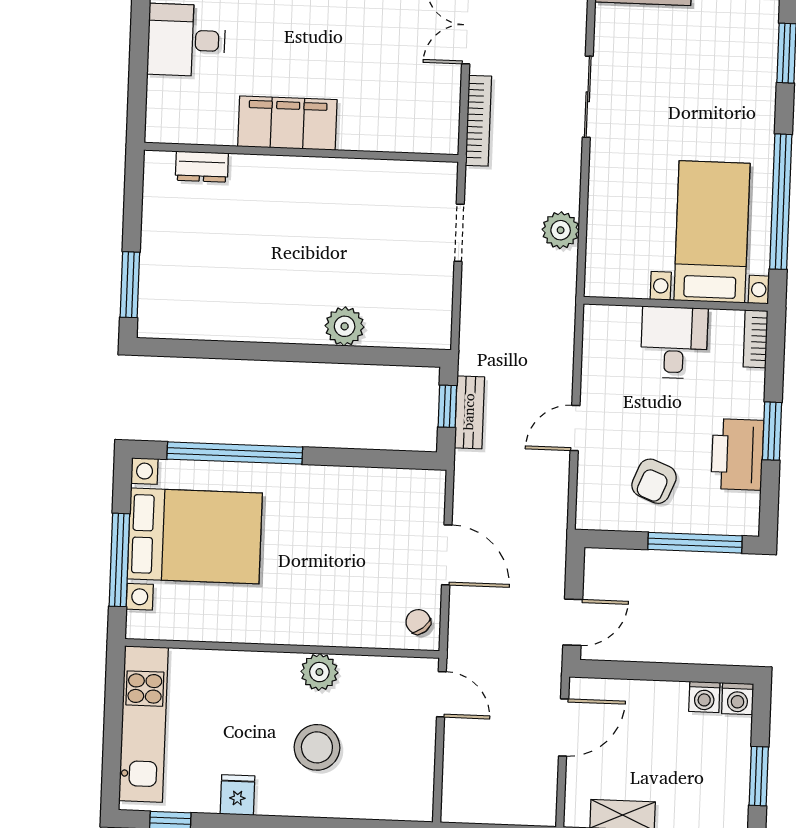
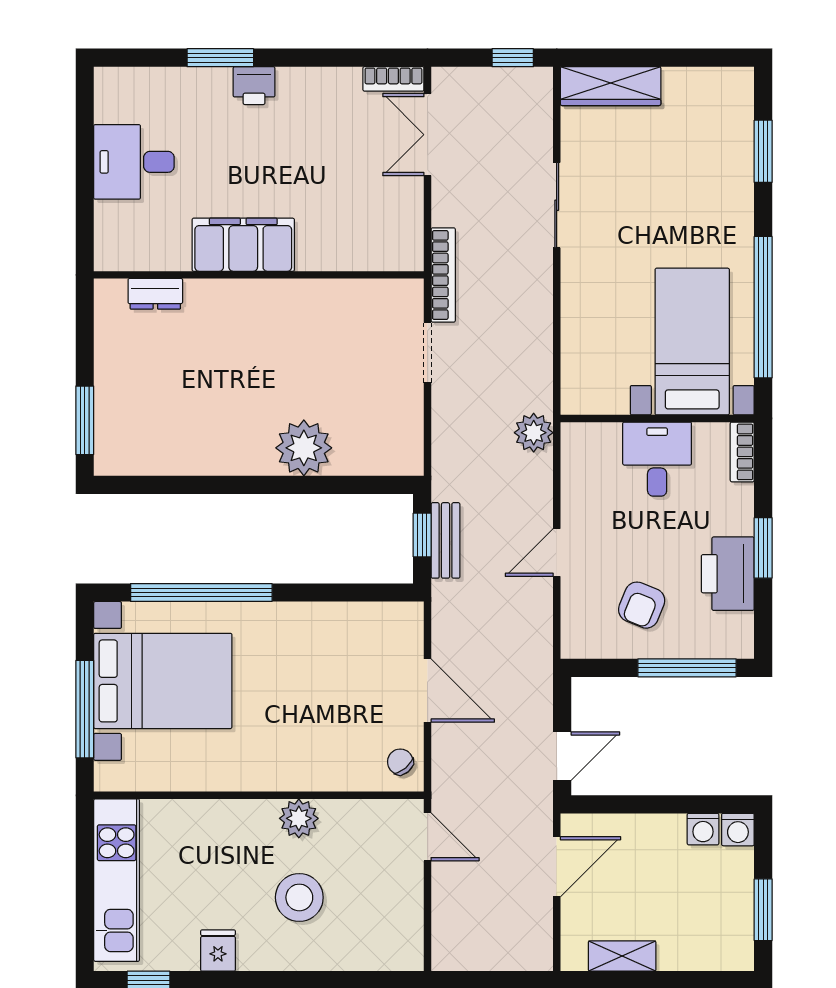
bookcase: (478, 121) -> (443, 275), moved
plant: (561, 230) -> (534, 433), moved
plant: (345, 326) -> (304, 448), width x1.36, depth x1.36

